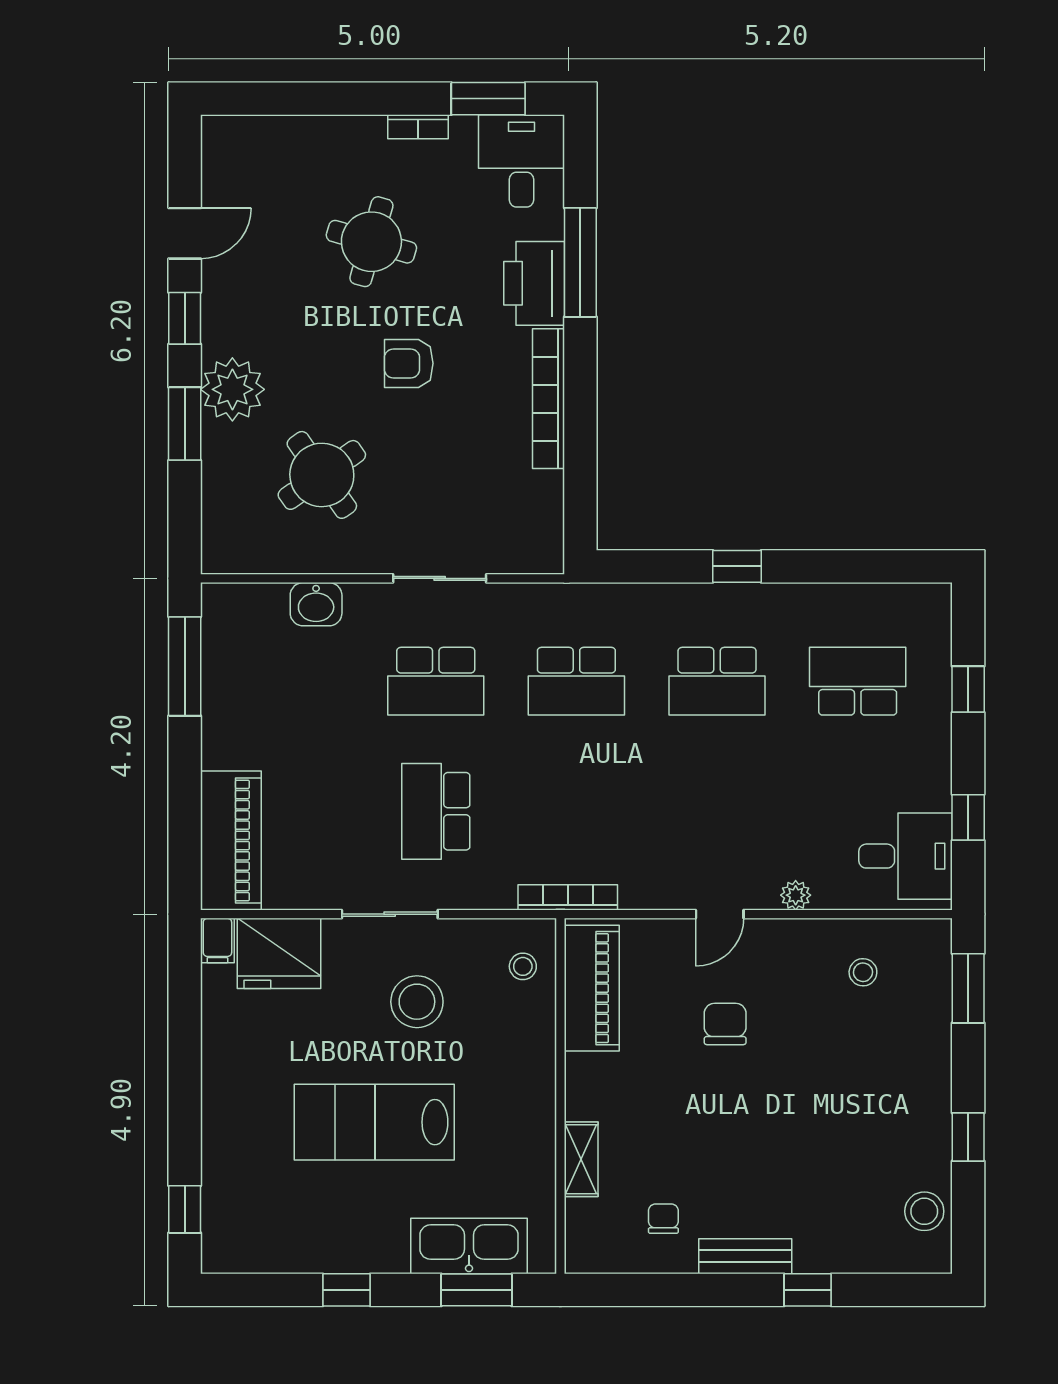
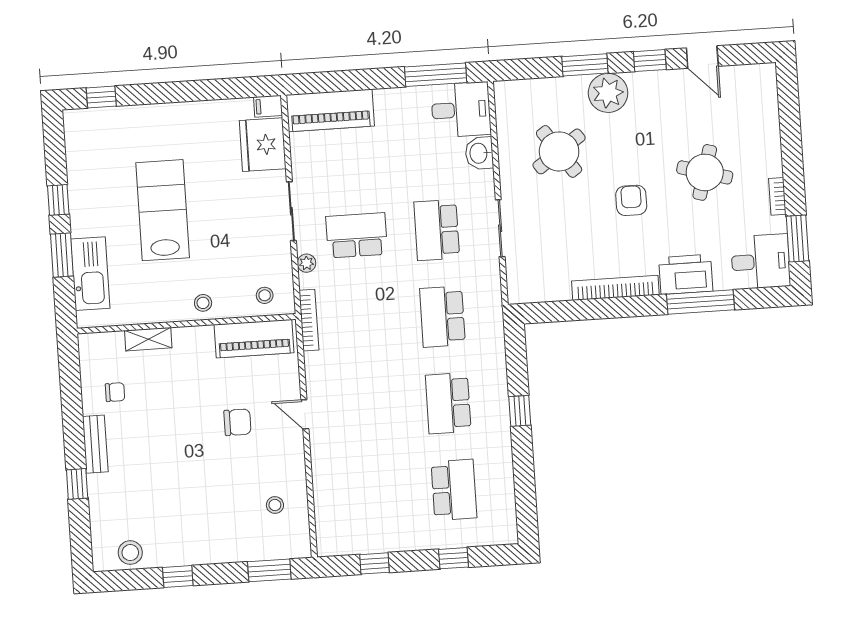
desk: (906, 856) -> (461, 110), moved, turned -90
plant: (796, 895) -> (306, 263), moved
stool: (417, 1002) -> (203, 303), moved, width x0.53, depth x0.53
window: (477, 1290) -> (62, 255), moved

